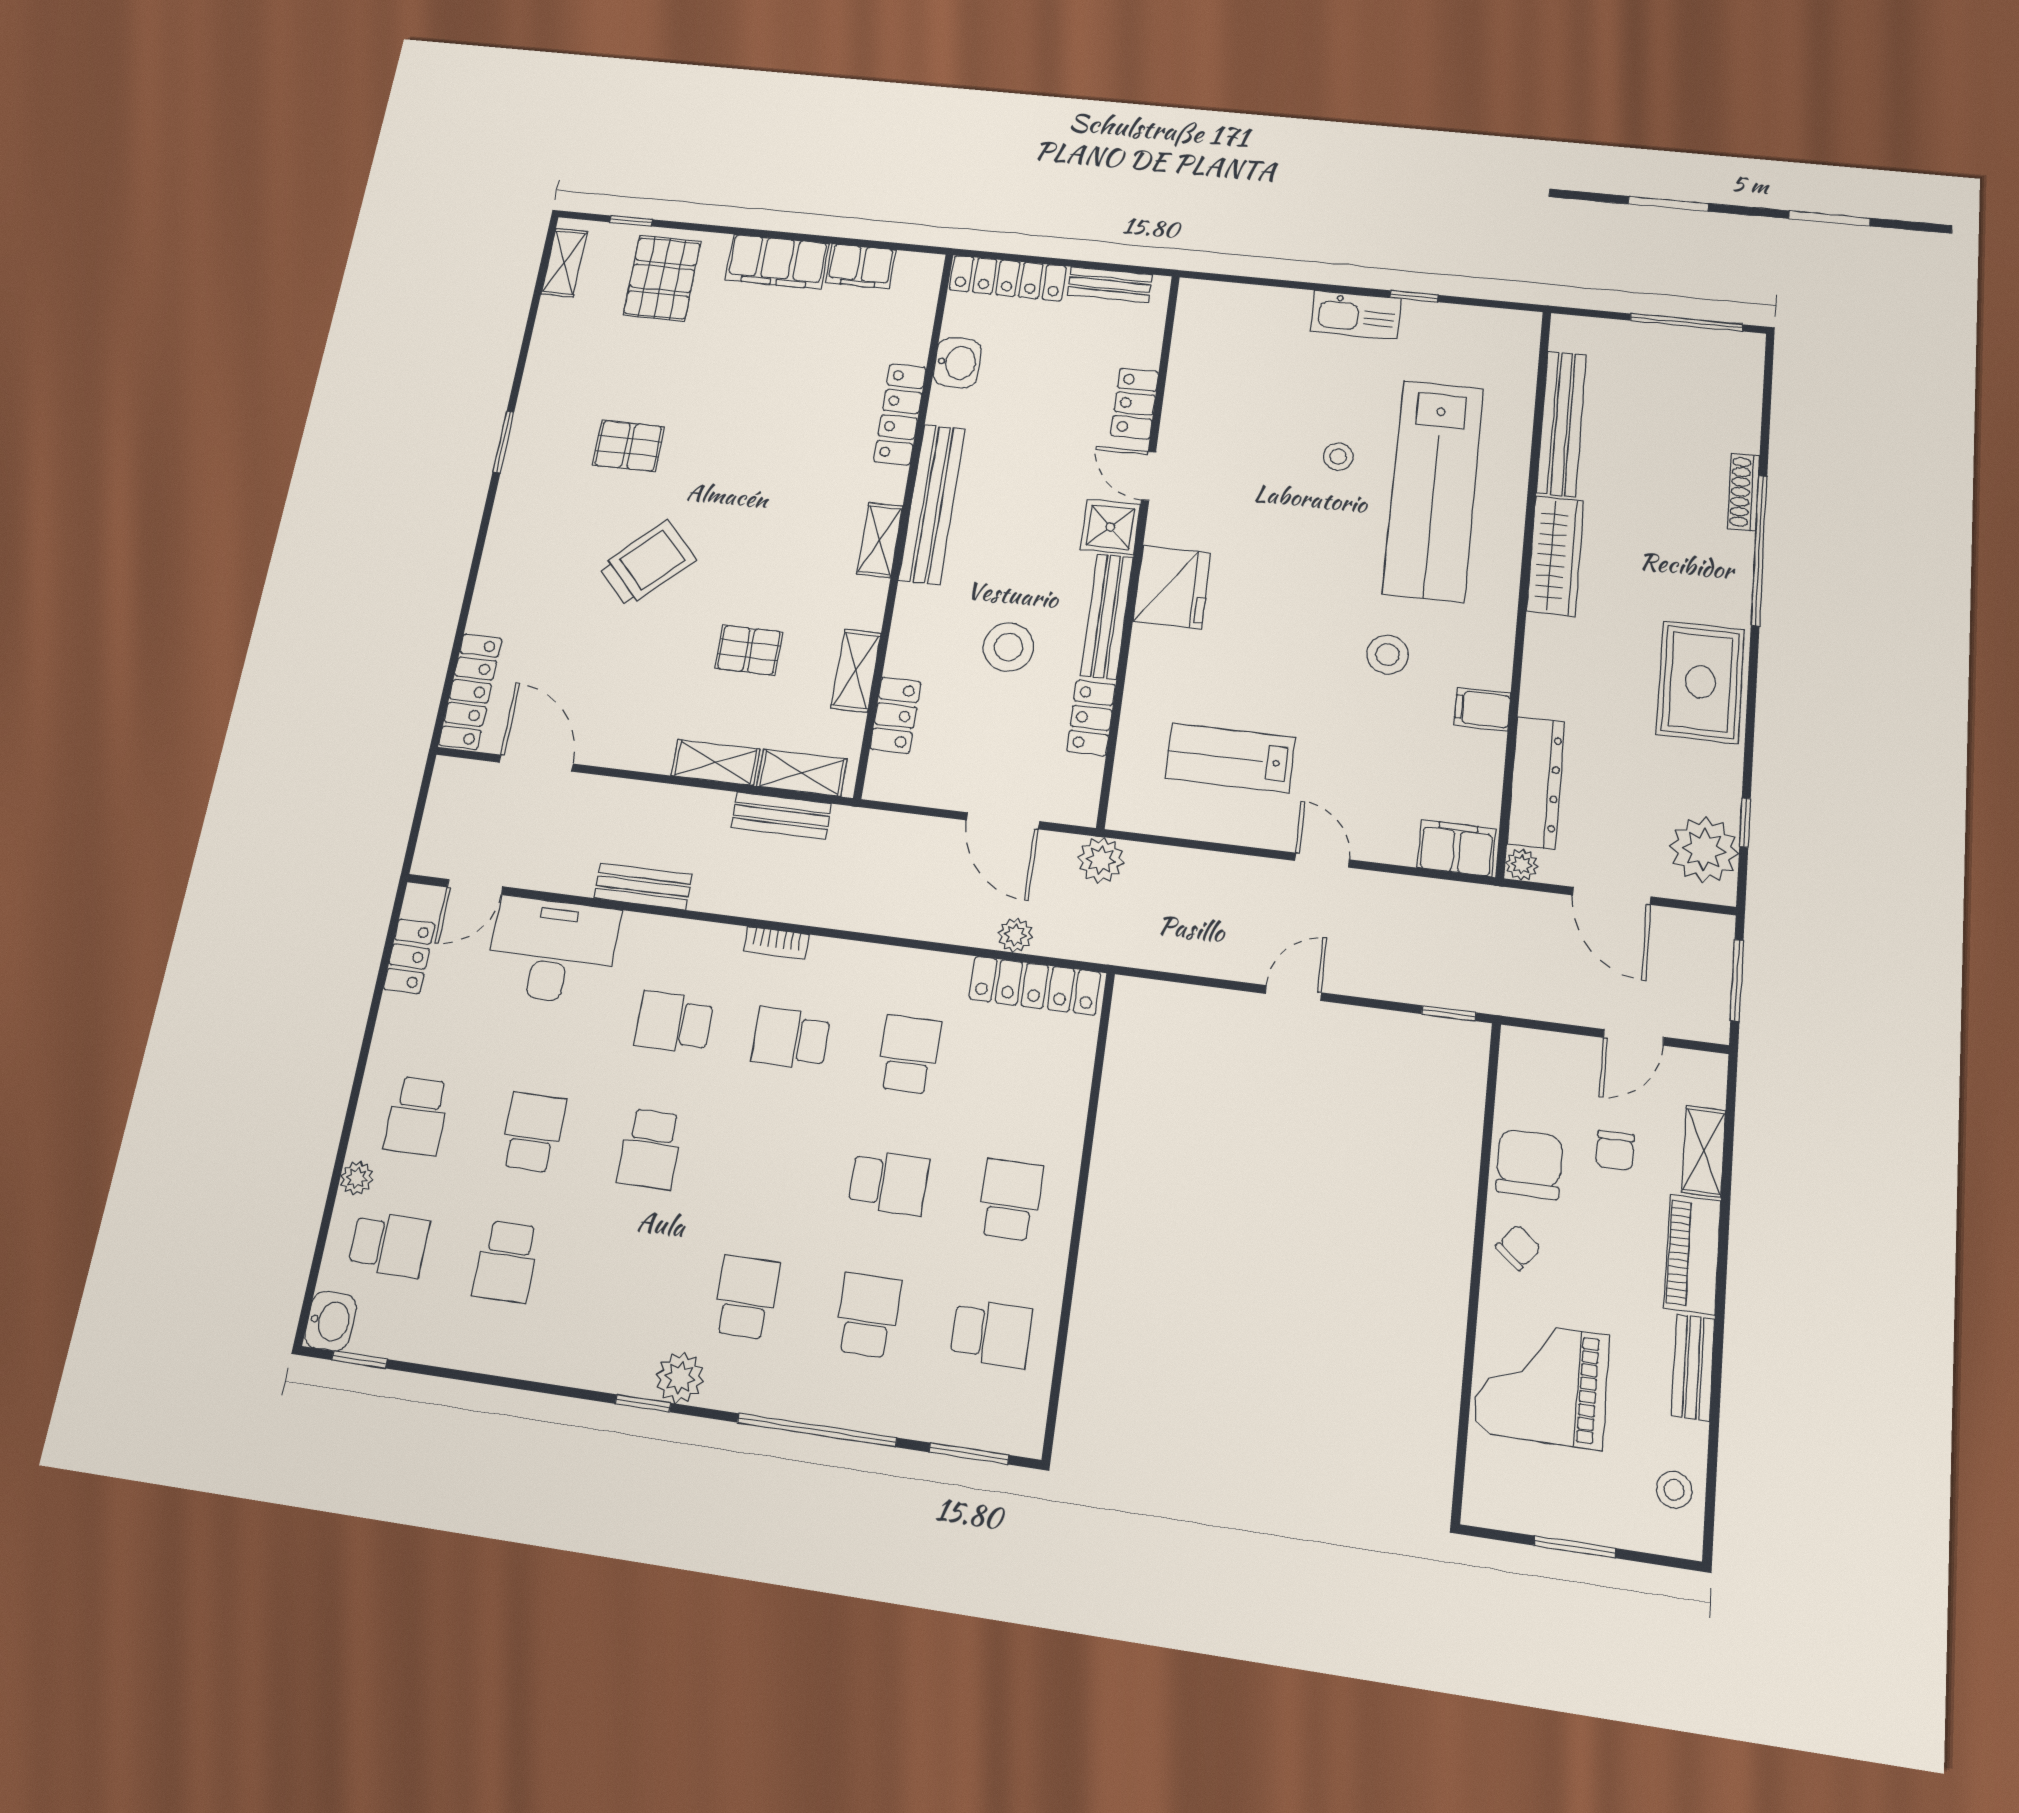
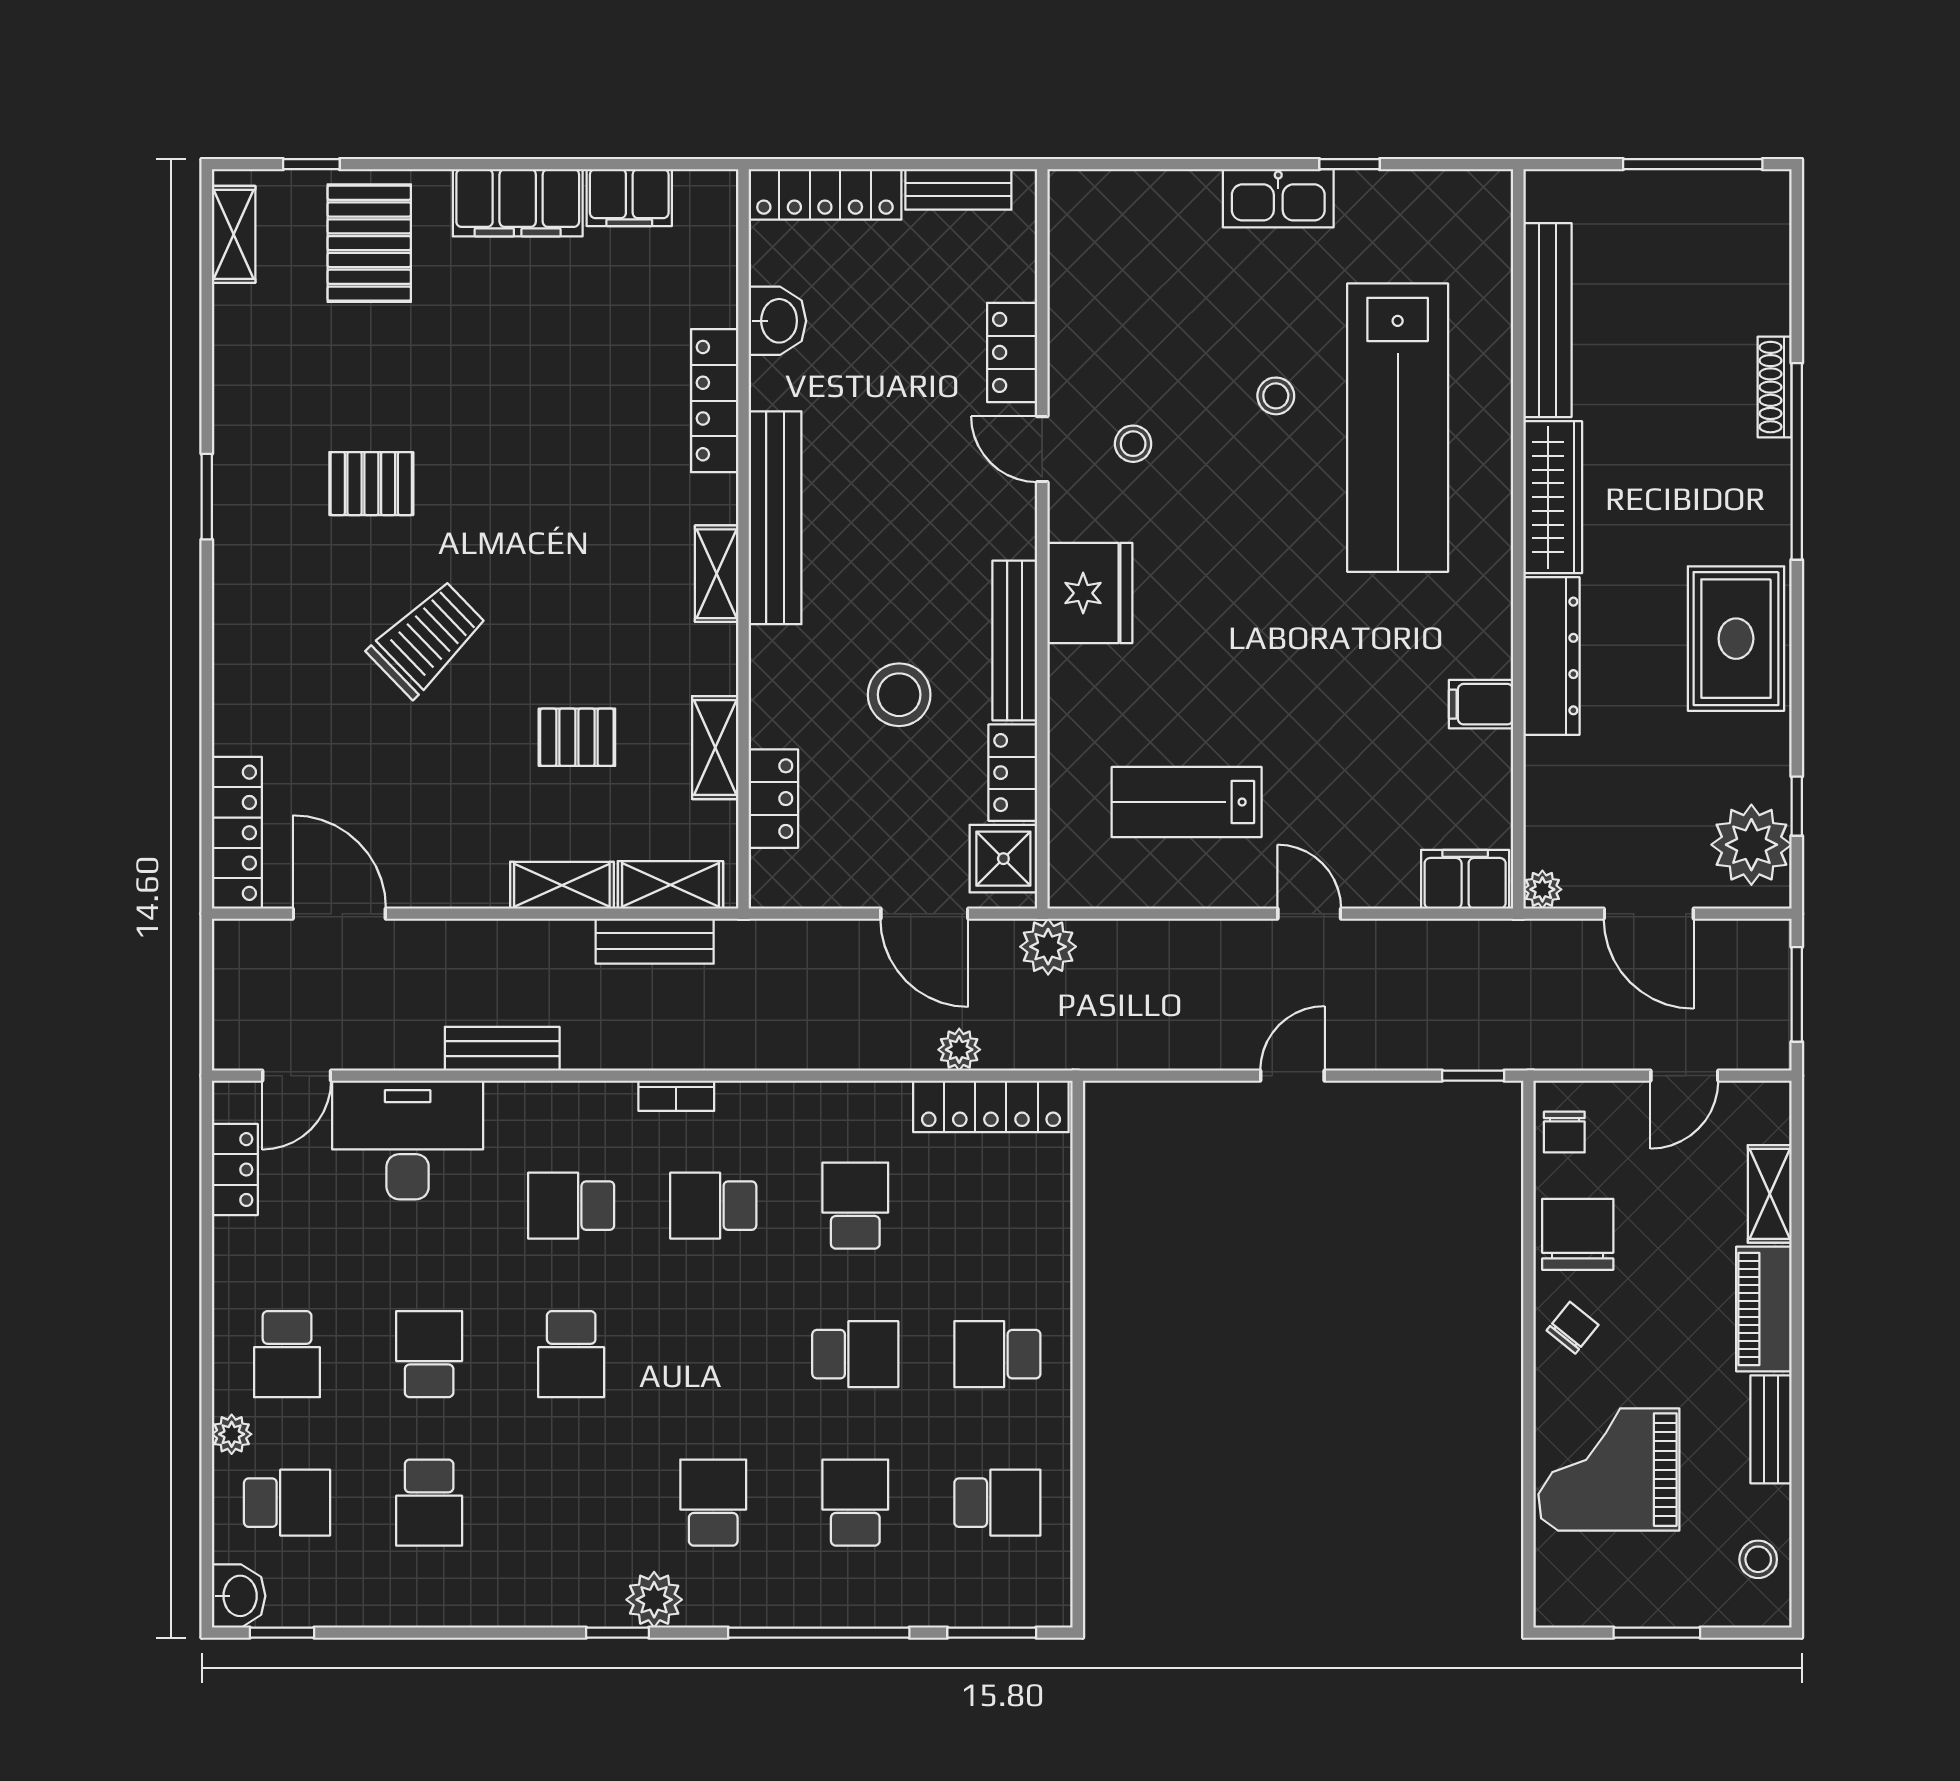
shower: (1110, 527) -> (1003, 859), moved
stool: (1388, 655) -> (1133, 444), moved, width x0.73, depth x0.73
dresser: (1536, 783) -> (1551, 656), moved
chair: (1615, 1150) -> (1564, 1132), moved
school desk: (1010, 1200) -> (997, 1354), turned -90

